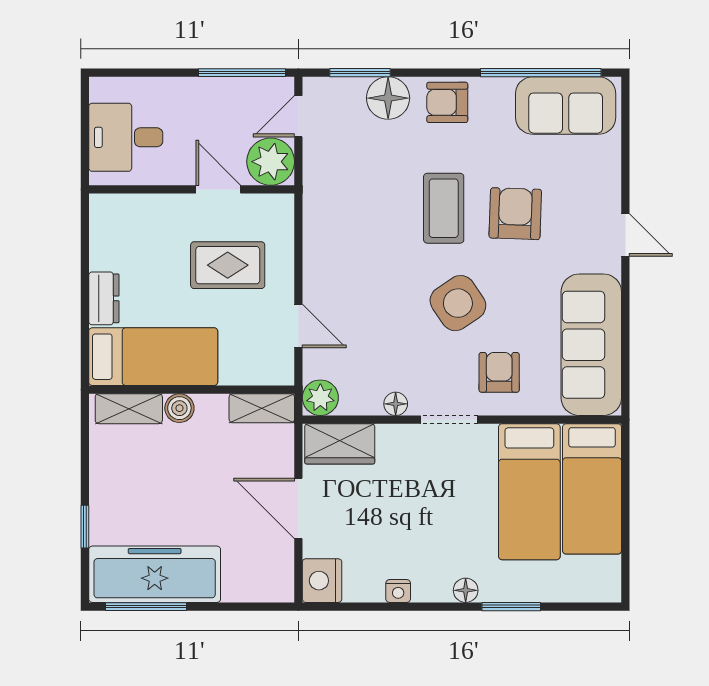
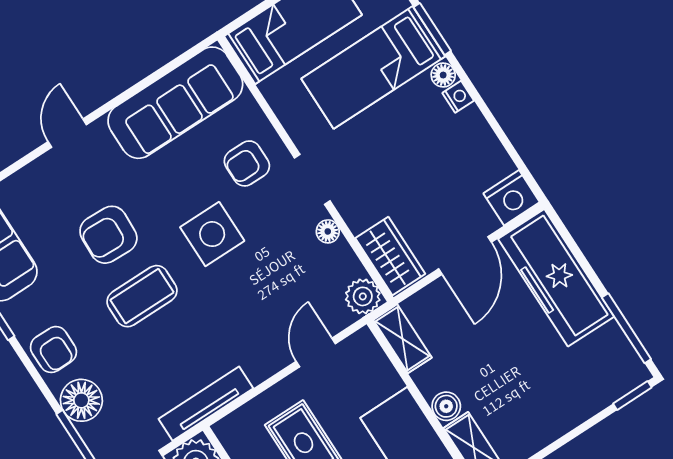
tv unit: (316, 203) -> (206, 404), added
side table: (458, 303) -> (212, 234), turned 34
bed: (529, 492) -> (373, 67), moved, turned 180
window: (85, 527) -> (632, 396), moved
freezer: (155, 574) -> (556, 278), moved
nightstand: (398, 591) -> (458, 97), moved

